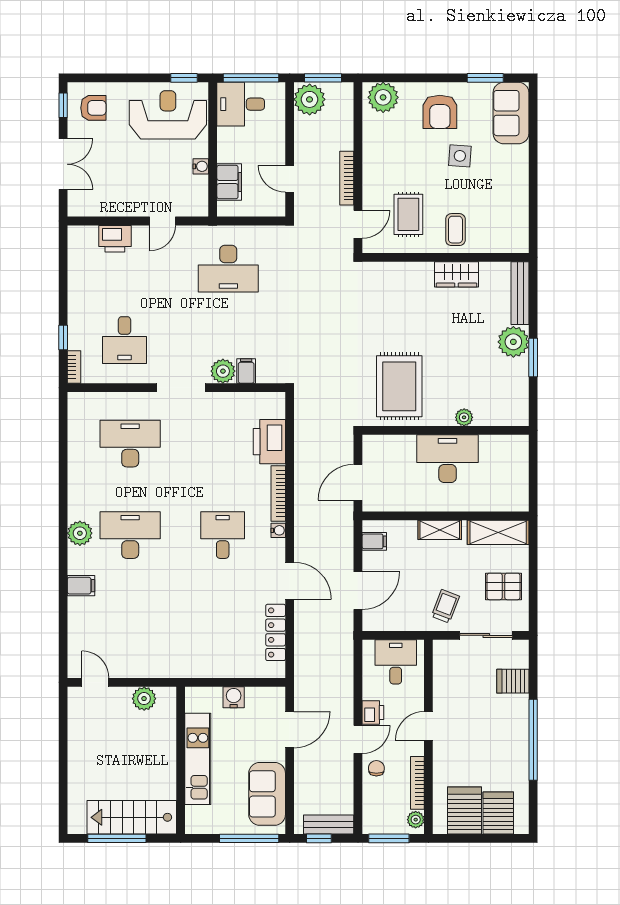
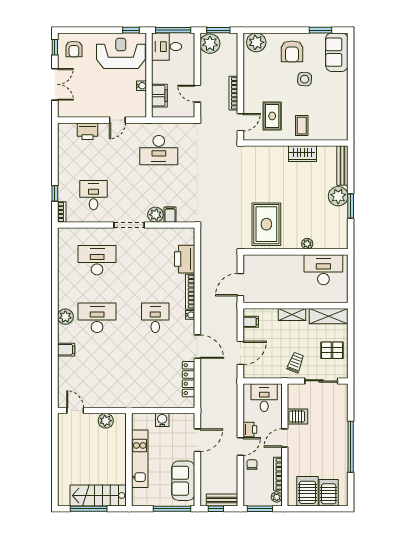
armchair: (93, 108) -> (74, 49), turned 90
desk: (125, 340) -> (93, 195), turned 180
desk: (448, 459) -> (323, 270), moved
server rack: (513, 681) -> (298, 417), moved, turned 180

